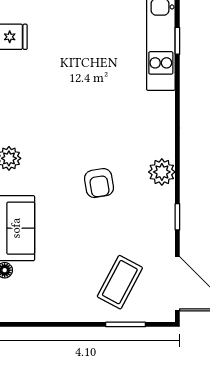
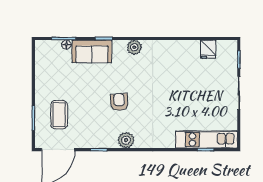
armchair: (99, 183) -> (119, 102), turned 95
coffee table: (120, 282) -> (59, 115), turned 62

